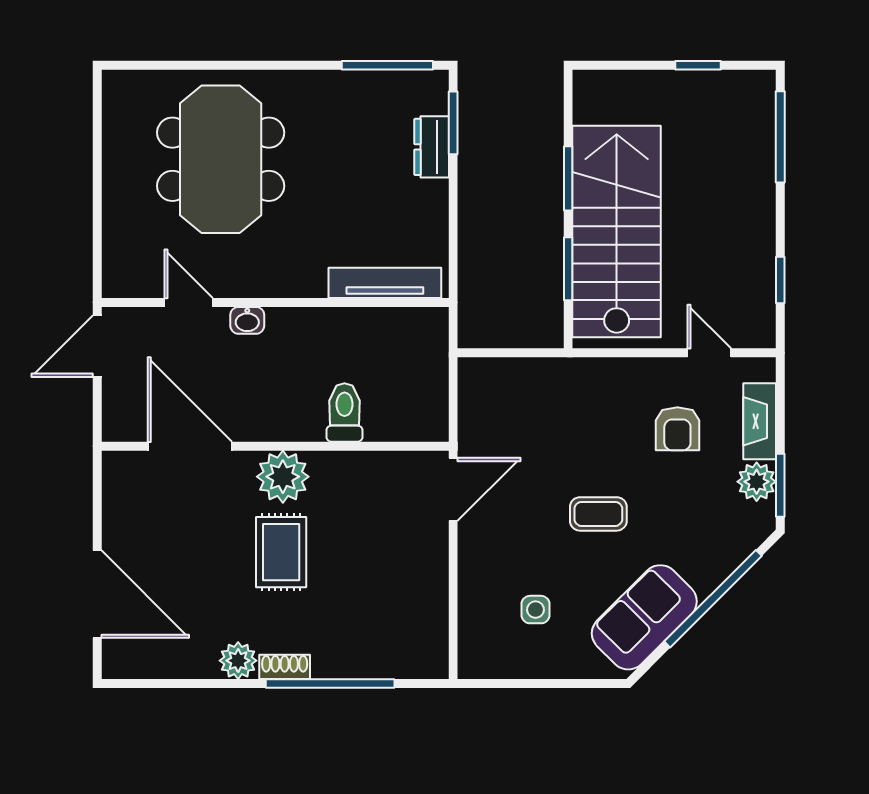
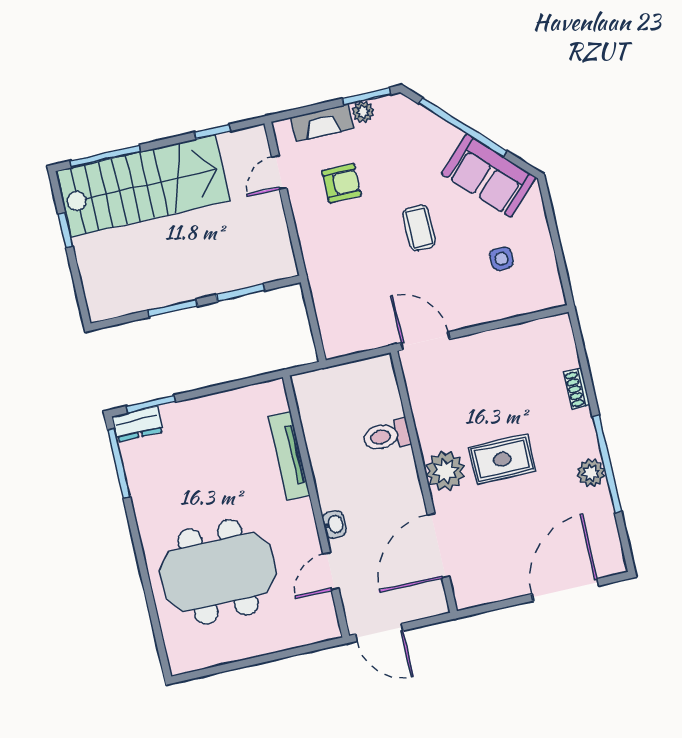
dresser: (432, 147) -> (138, 424), moved
stairs: (617, 231) -> (143, 186), moved, turned 180
tv unit: (385, 283) -> (289, 456), moved
plant: (757, 482) -> (363, 112), width x0.73, depth x0.73
shoe rack: (285, 667) -> (577, 389), moved
window: (330, 683) -> (607, 464), moved

